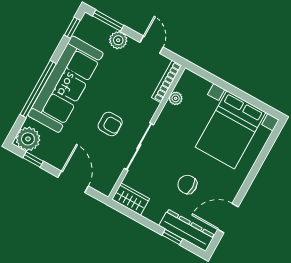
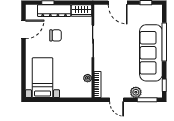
armchair: (110, 124) -> (115, 45), removed
bed with nightstands: (231, 130) -> (43, 78), width x0.73
plant: (28, 139) -> (155, 12), removed
dresser: (187, 230) -> (54, 11), moved

